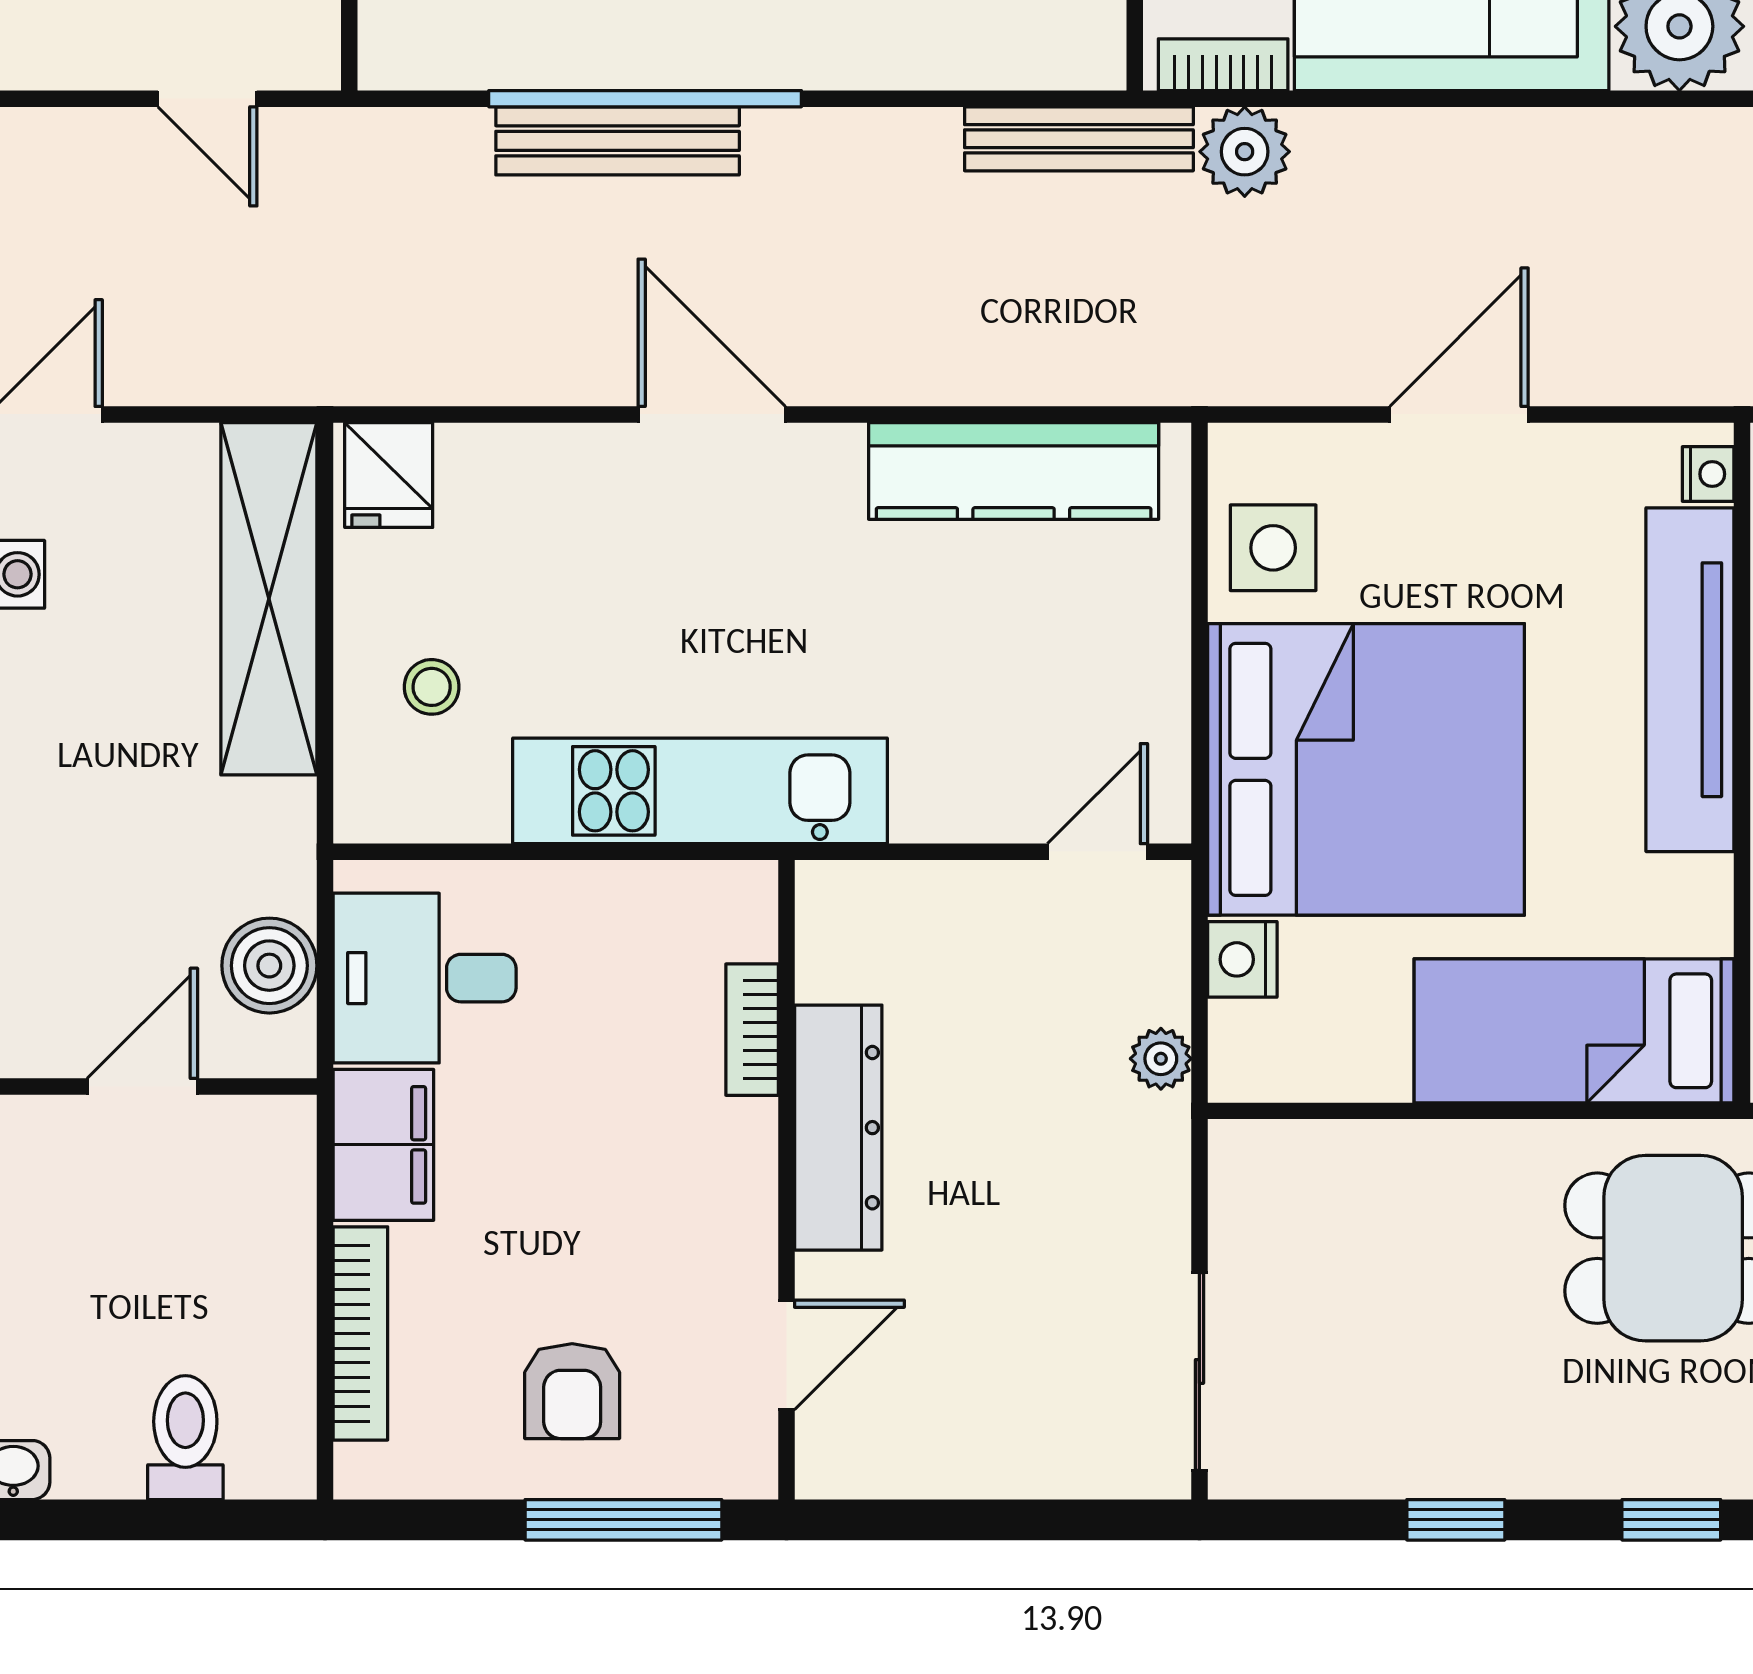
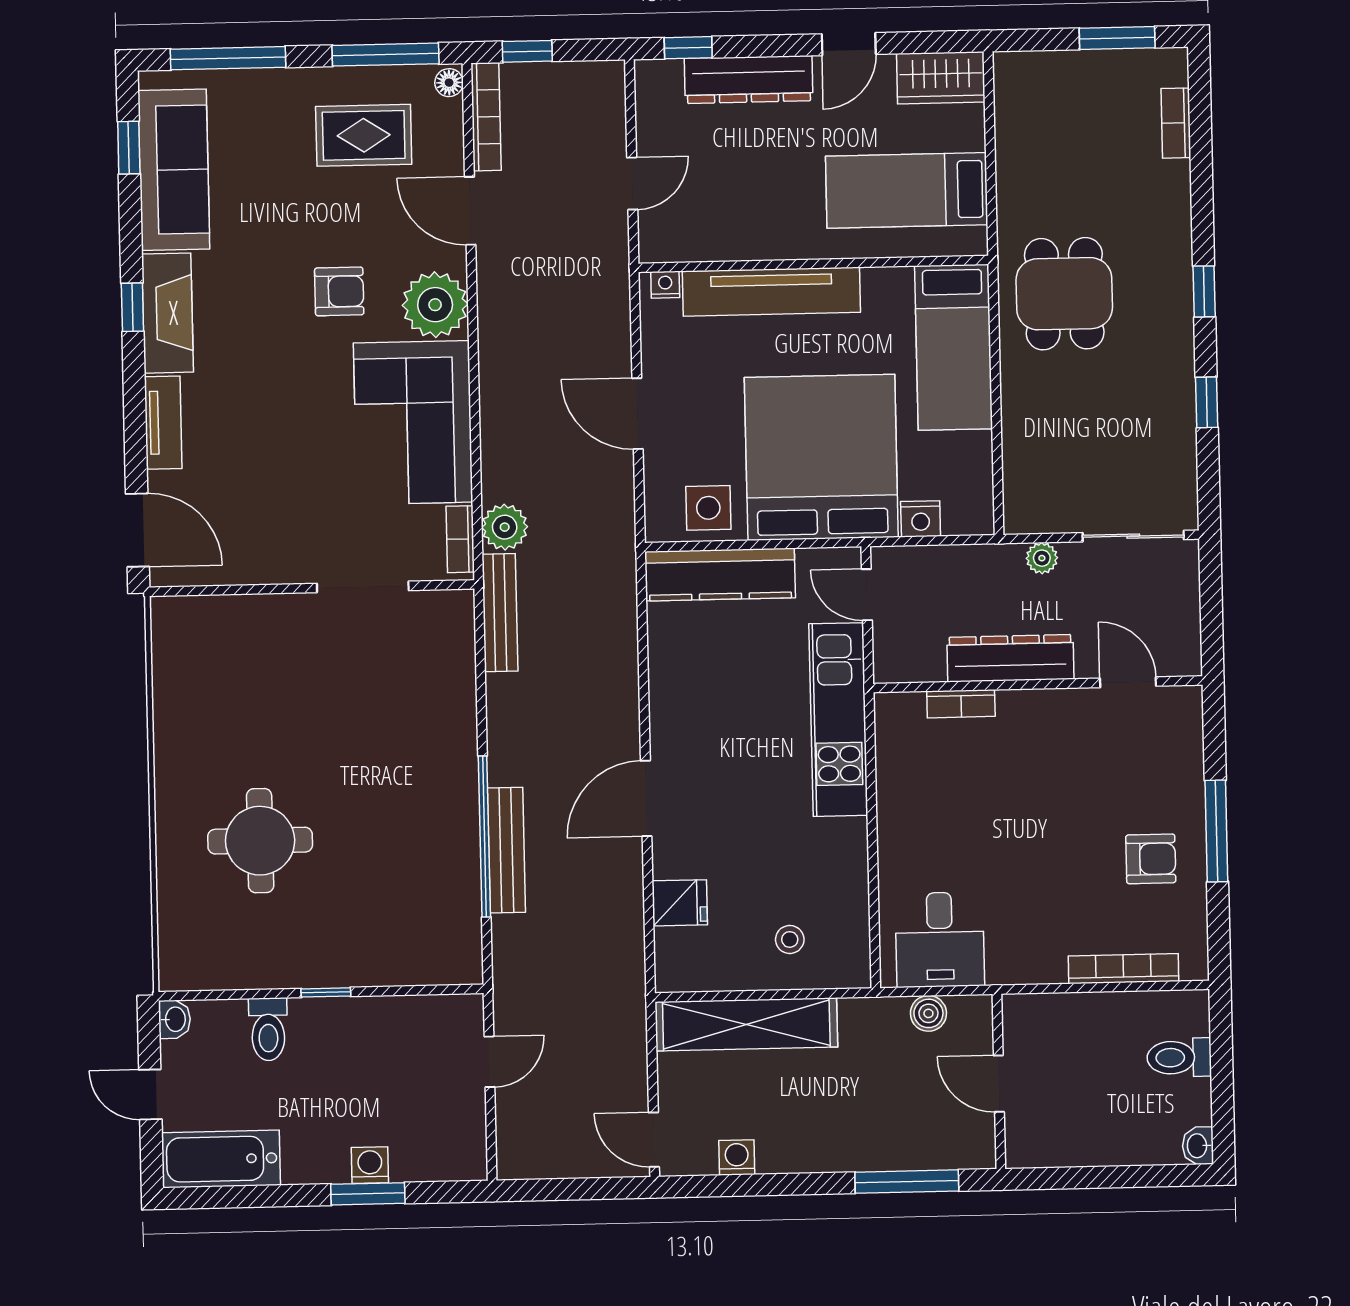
kitchen counter: (1014, 471) -> (720, 575), moved, turned 90
fridge: (389, 475) -> (680, 903), moved
kitchen unit: (700, 791) -> (838, 720), moved
boiler: (269, 966) -> (928, 1013), width x0.73, depth x0.73
bookcase: (752, 1030) -> (961, 704), moved
plant: (1161, 1059) -> (1042, 558), moved
dresser: (838, 1128) -> (1010, 658), moved
filing cabinet: (383, 1145) -> (1026, 959), removed
wall: (787, 1180) -> (1038, 684), moved
door: (787, 1355) -> (1128, 682), moved

